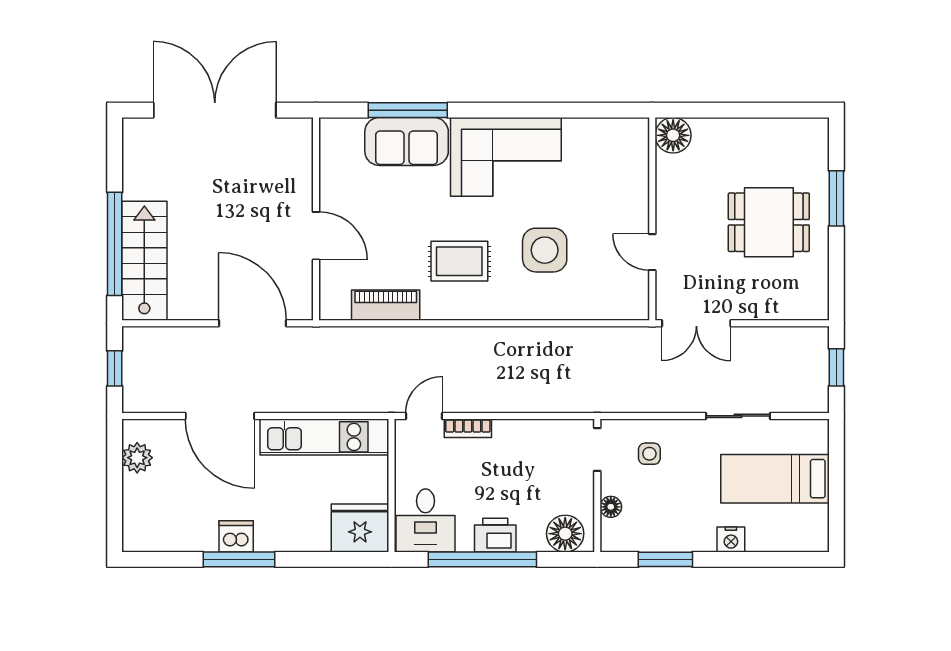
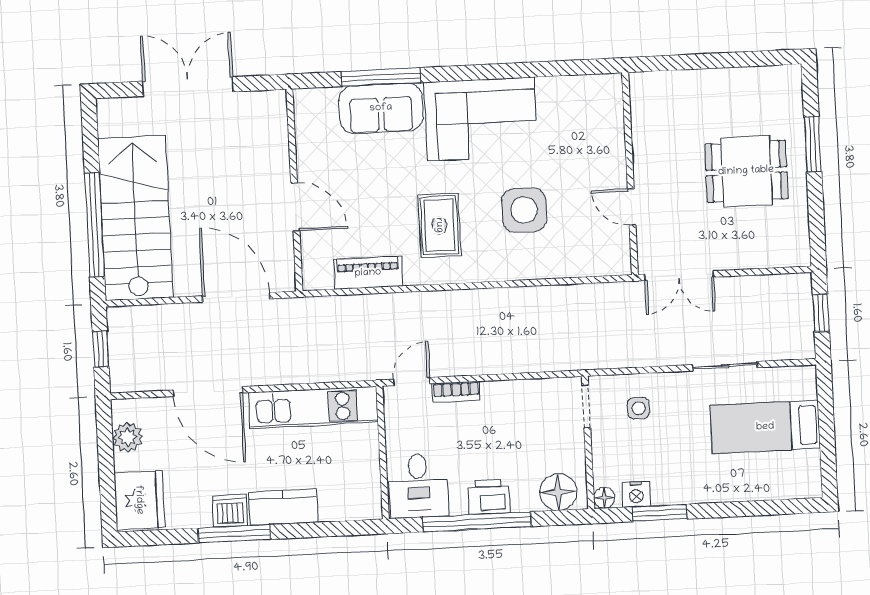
double door: (215, 110) -> (188, 86), width x0.73
floor lamp: (673, 135) -> (647, 89), removed
stairs: (144, 261) -> (135, 218), width x1.36, depth x1.51
rug: (459, 261) -> (439, 225), turned 90
floor lamp: (611, 507) -> (604, 498), moved
fridge: (360, 528) -> (139, 500), moved, turned 90
kitchen counter: (289, 535) -> (283, 507), added
nightstand: (731, 540) -> (636, 494), moved

